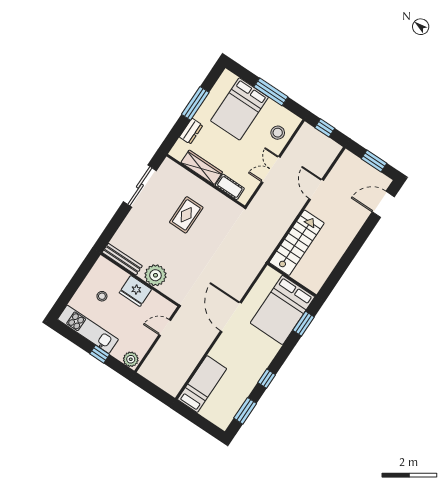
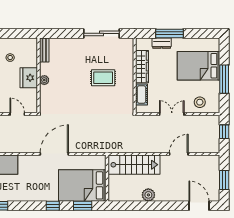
window: (195, 103) -> (169, 33), moved
plant: (337, 249) -> (148, 195), added
bench: (122, 259) -> (44, 50), width x0.73
plant: (155, 275) -> (44, 80), width x0.53, depth x0.53
window: (267, 379) -> (53, 206), moved

